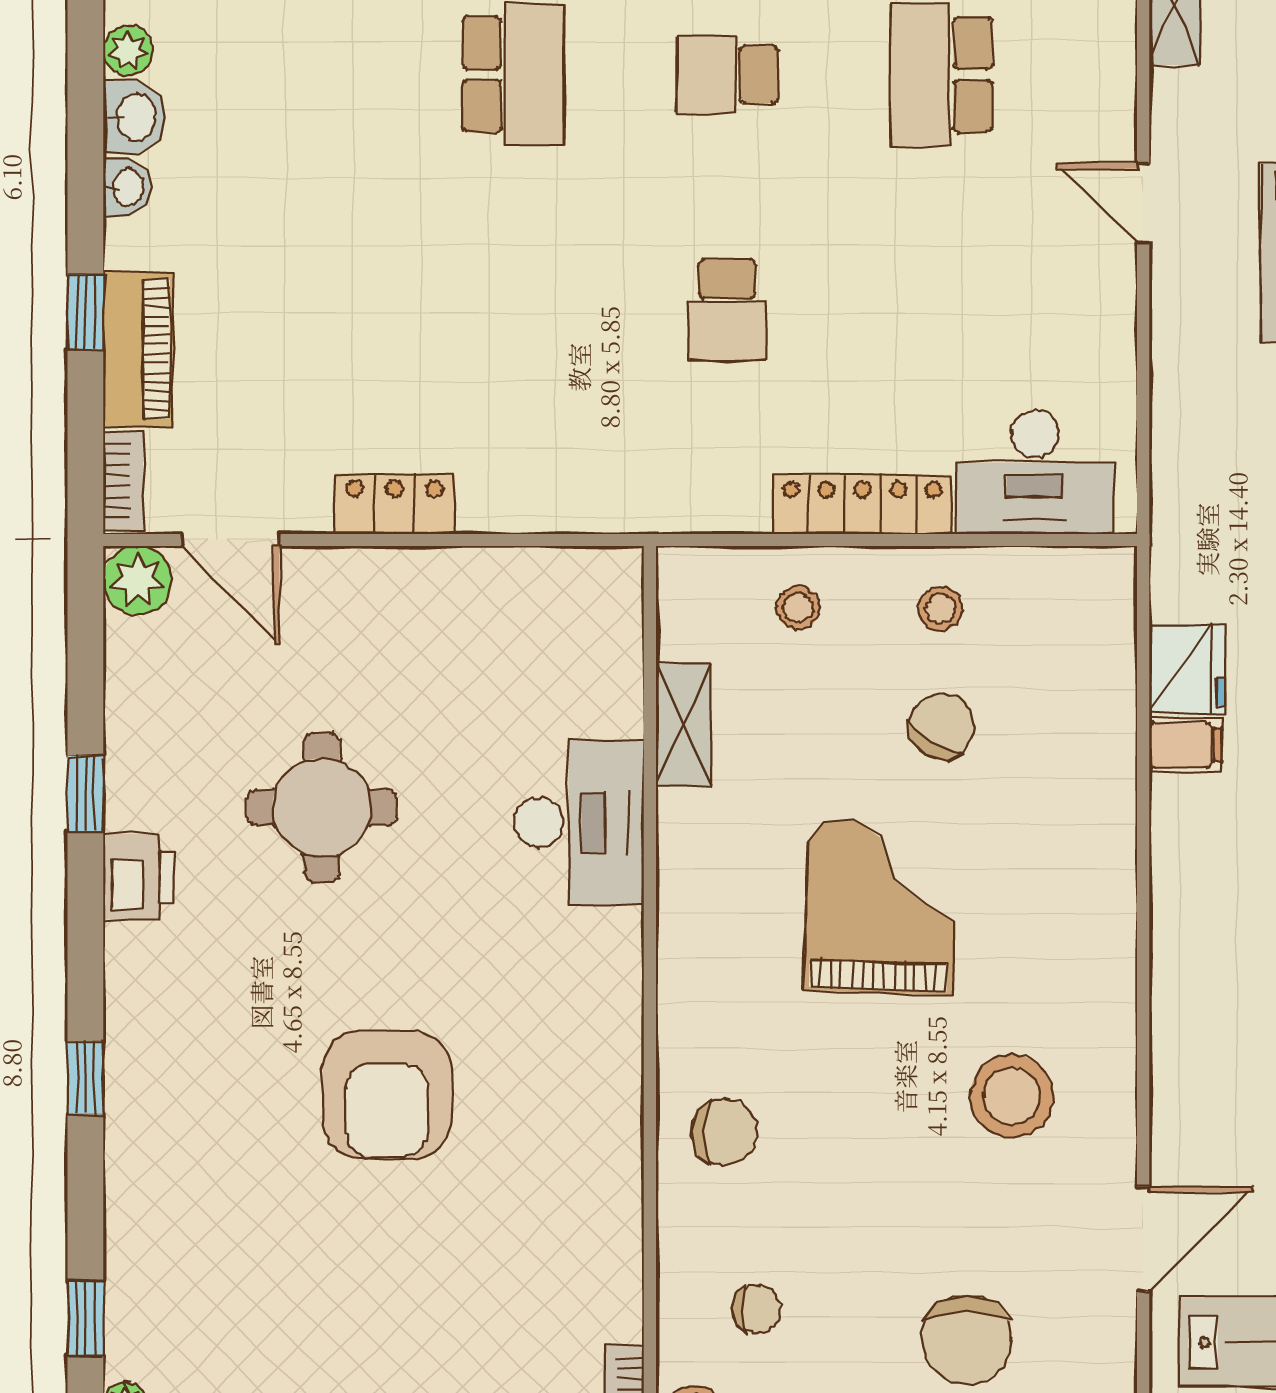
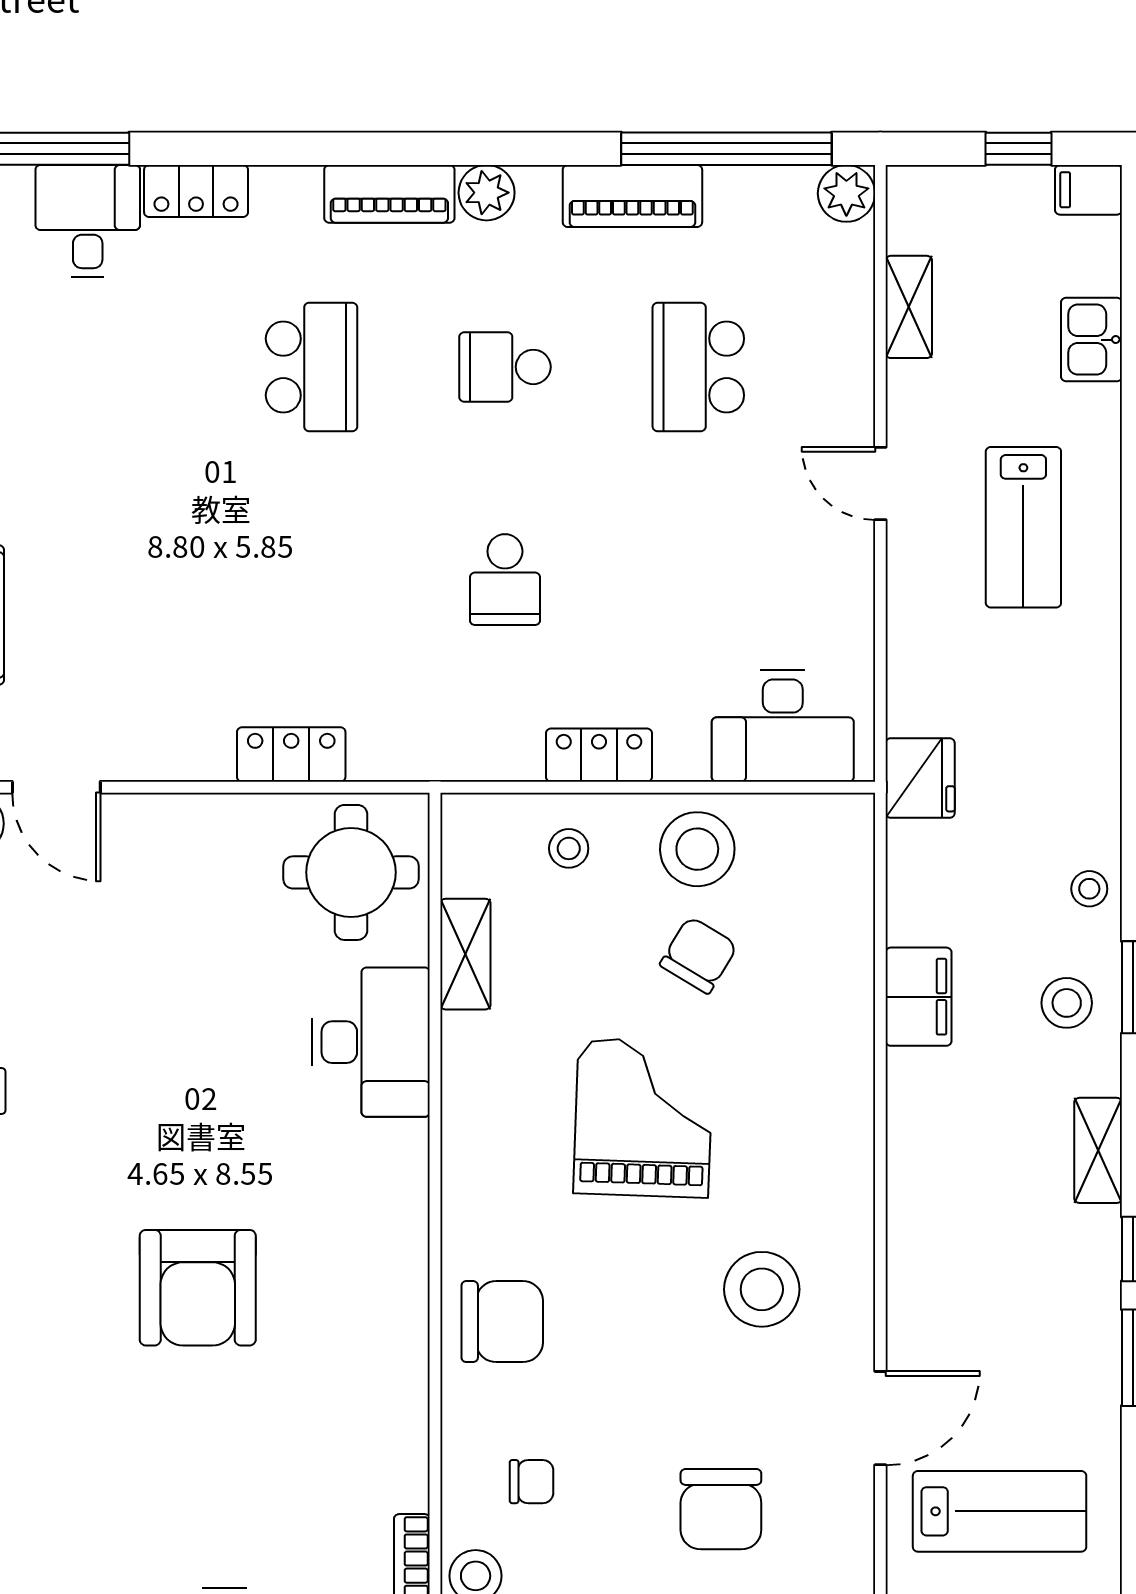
locker: (395, 504) -> (291, 754), moved
locker: (862, 504) -> (599, 755), width x0.66
stool: (940, 609) -> (697, 849), width x1.89, depth x1.89
fridge: (1187, 669) -> (920, 778), moved
filing cabinet: (1185, 745) -> (919, 997), width x2.00
round table: (322, 807) -> (351, 872), moved
chair: (724, 1132) -> (502, 1322), width x1.37, depth x1.37

